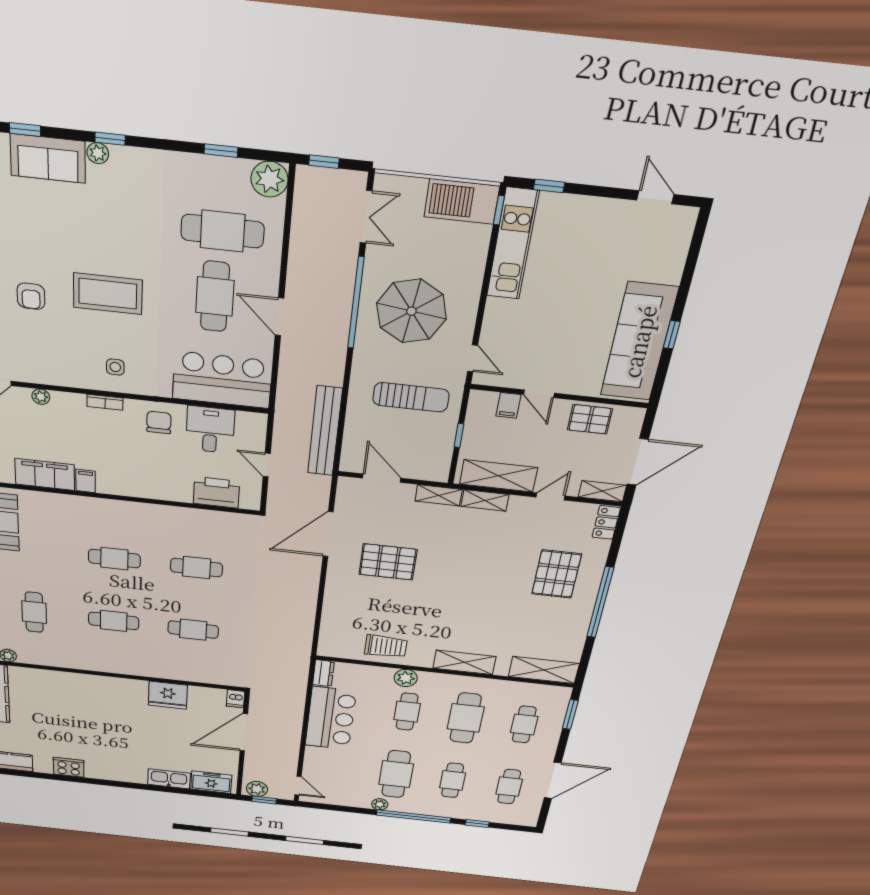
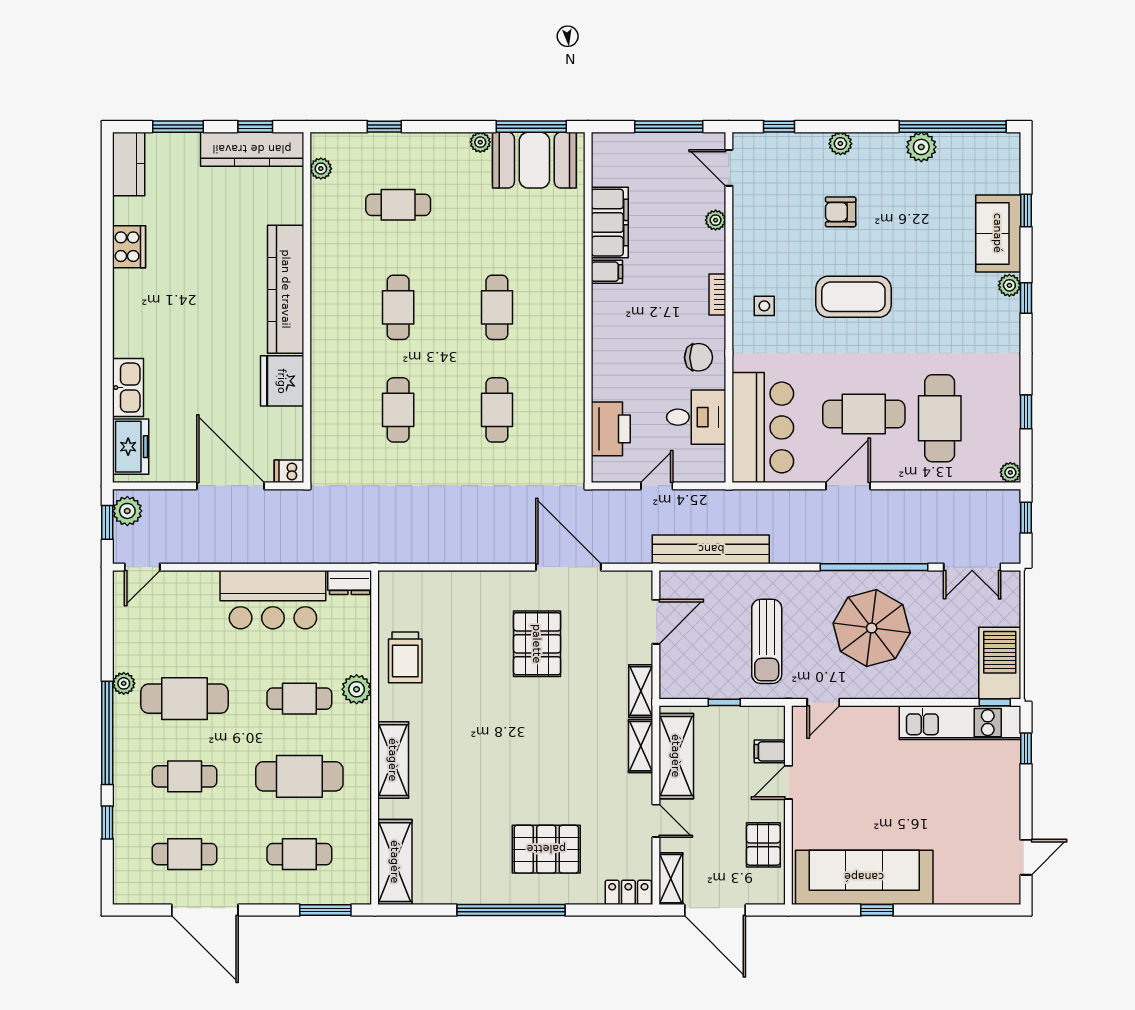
plant: (270, 179) -> (1010, 472), width x0.53, depth x0.53
coffee table: (108, 294) -> (853, 297), turned 90
kitchen counter: (99, 686) -> (286, 289), added

